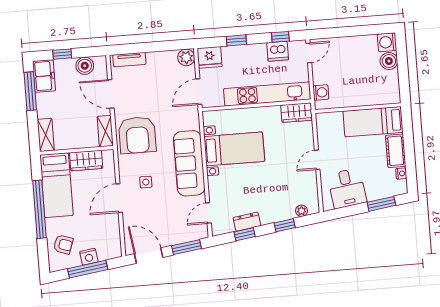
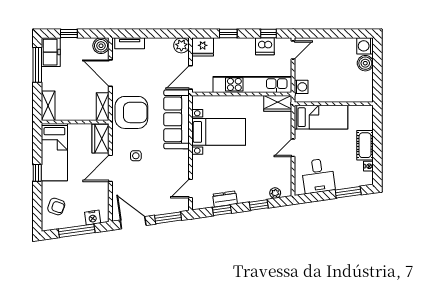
boiler: (85, 66) -> (101, 46), moved
bed: (373, 122) -> (321, 117), moved, turned 180
armchair: (137, 135) -> (131, 112), turned -90
wardrobe: (86, 161) -> (100, 139), moved, turned 90
sofa: (189, 163) -> (177, 119), moved
window: (40, 209) -> (37, 173), width x0.32
nightstand: (89, 257) -> (93, 218), moved

